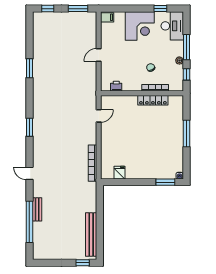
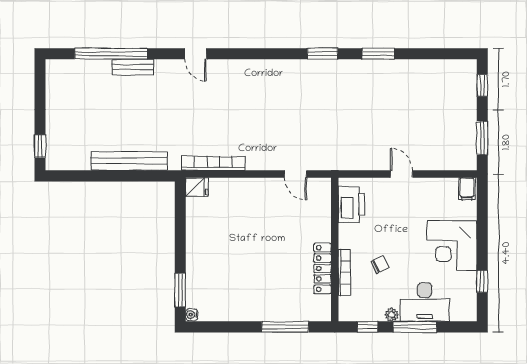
desk: (172, 26) -> (425, 302), moved
printer: (116, 86) -> (351, 205), width x1.87, depth x1.48
window: (29, 127) -> (323, 54), moved
window: (186, 134) -> (285, 327), moved
door: (29, 173) -> (195, 54), swing flipped
fridge: (119, 173) -> (197, 187), moved
bench: (91, 234) -> (129, 161), moved

